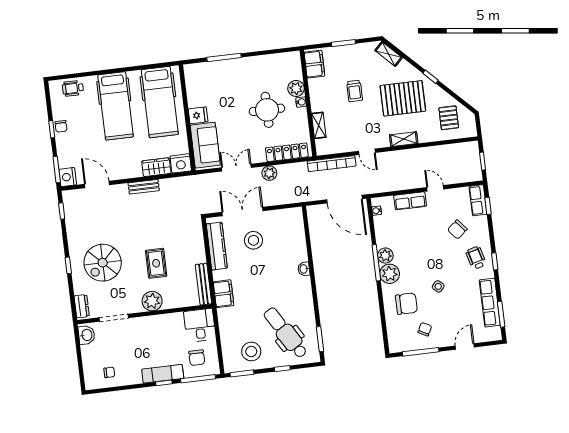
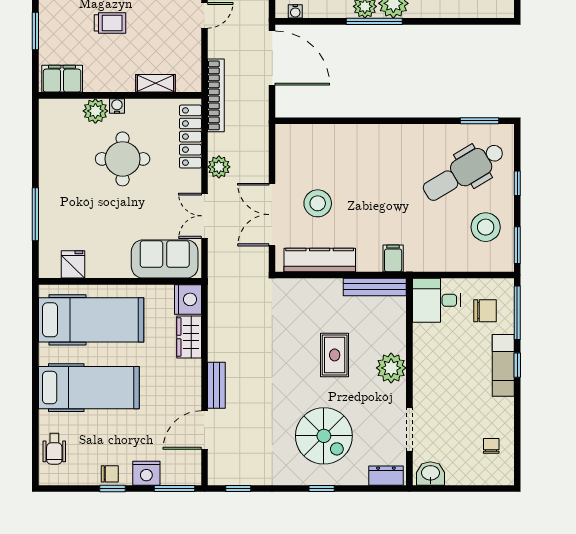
fridge: (198, 115) -> (73, 264), moved
bookcase: (332, 164) -> (216, 95), moved
nightstand: (68, 177) -> (146, 473), moved
bench: (144, 187) -> (216, 385), moved
door: (344, 199) -> (272, 58), hinge flipped
rug: (156, 263) -> (335, 355), turned 90
washbasin: (304, 269) -> (370, 132), removed
filing cabinet: (224, 294) -> (393, 258), width x0.50

